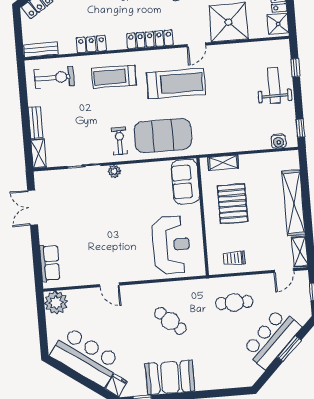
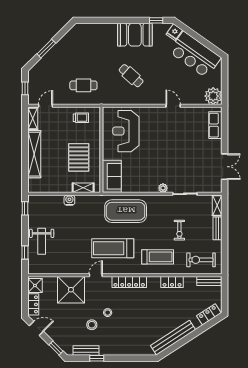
exercise bike: (120, 141) -> (179, 230), moved
water cooler: (279, 141) -> (69, 200), moved
bar counter: (272, 339) -> (58, 57), removed

